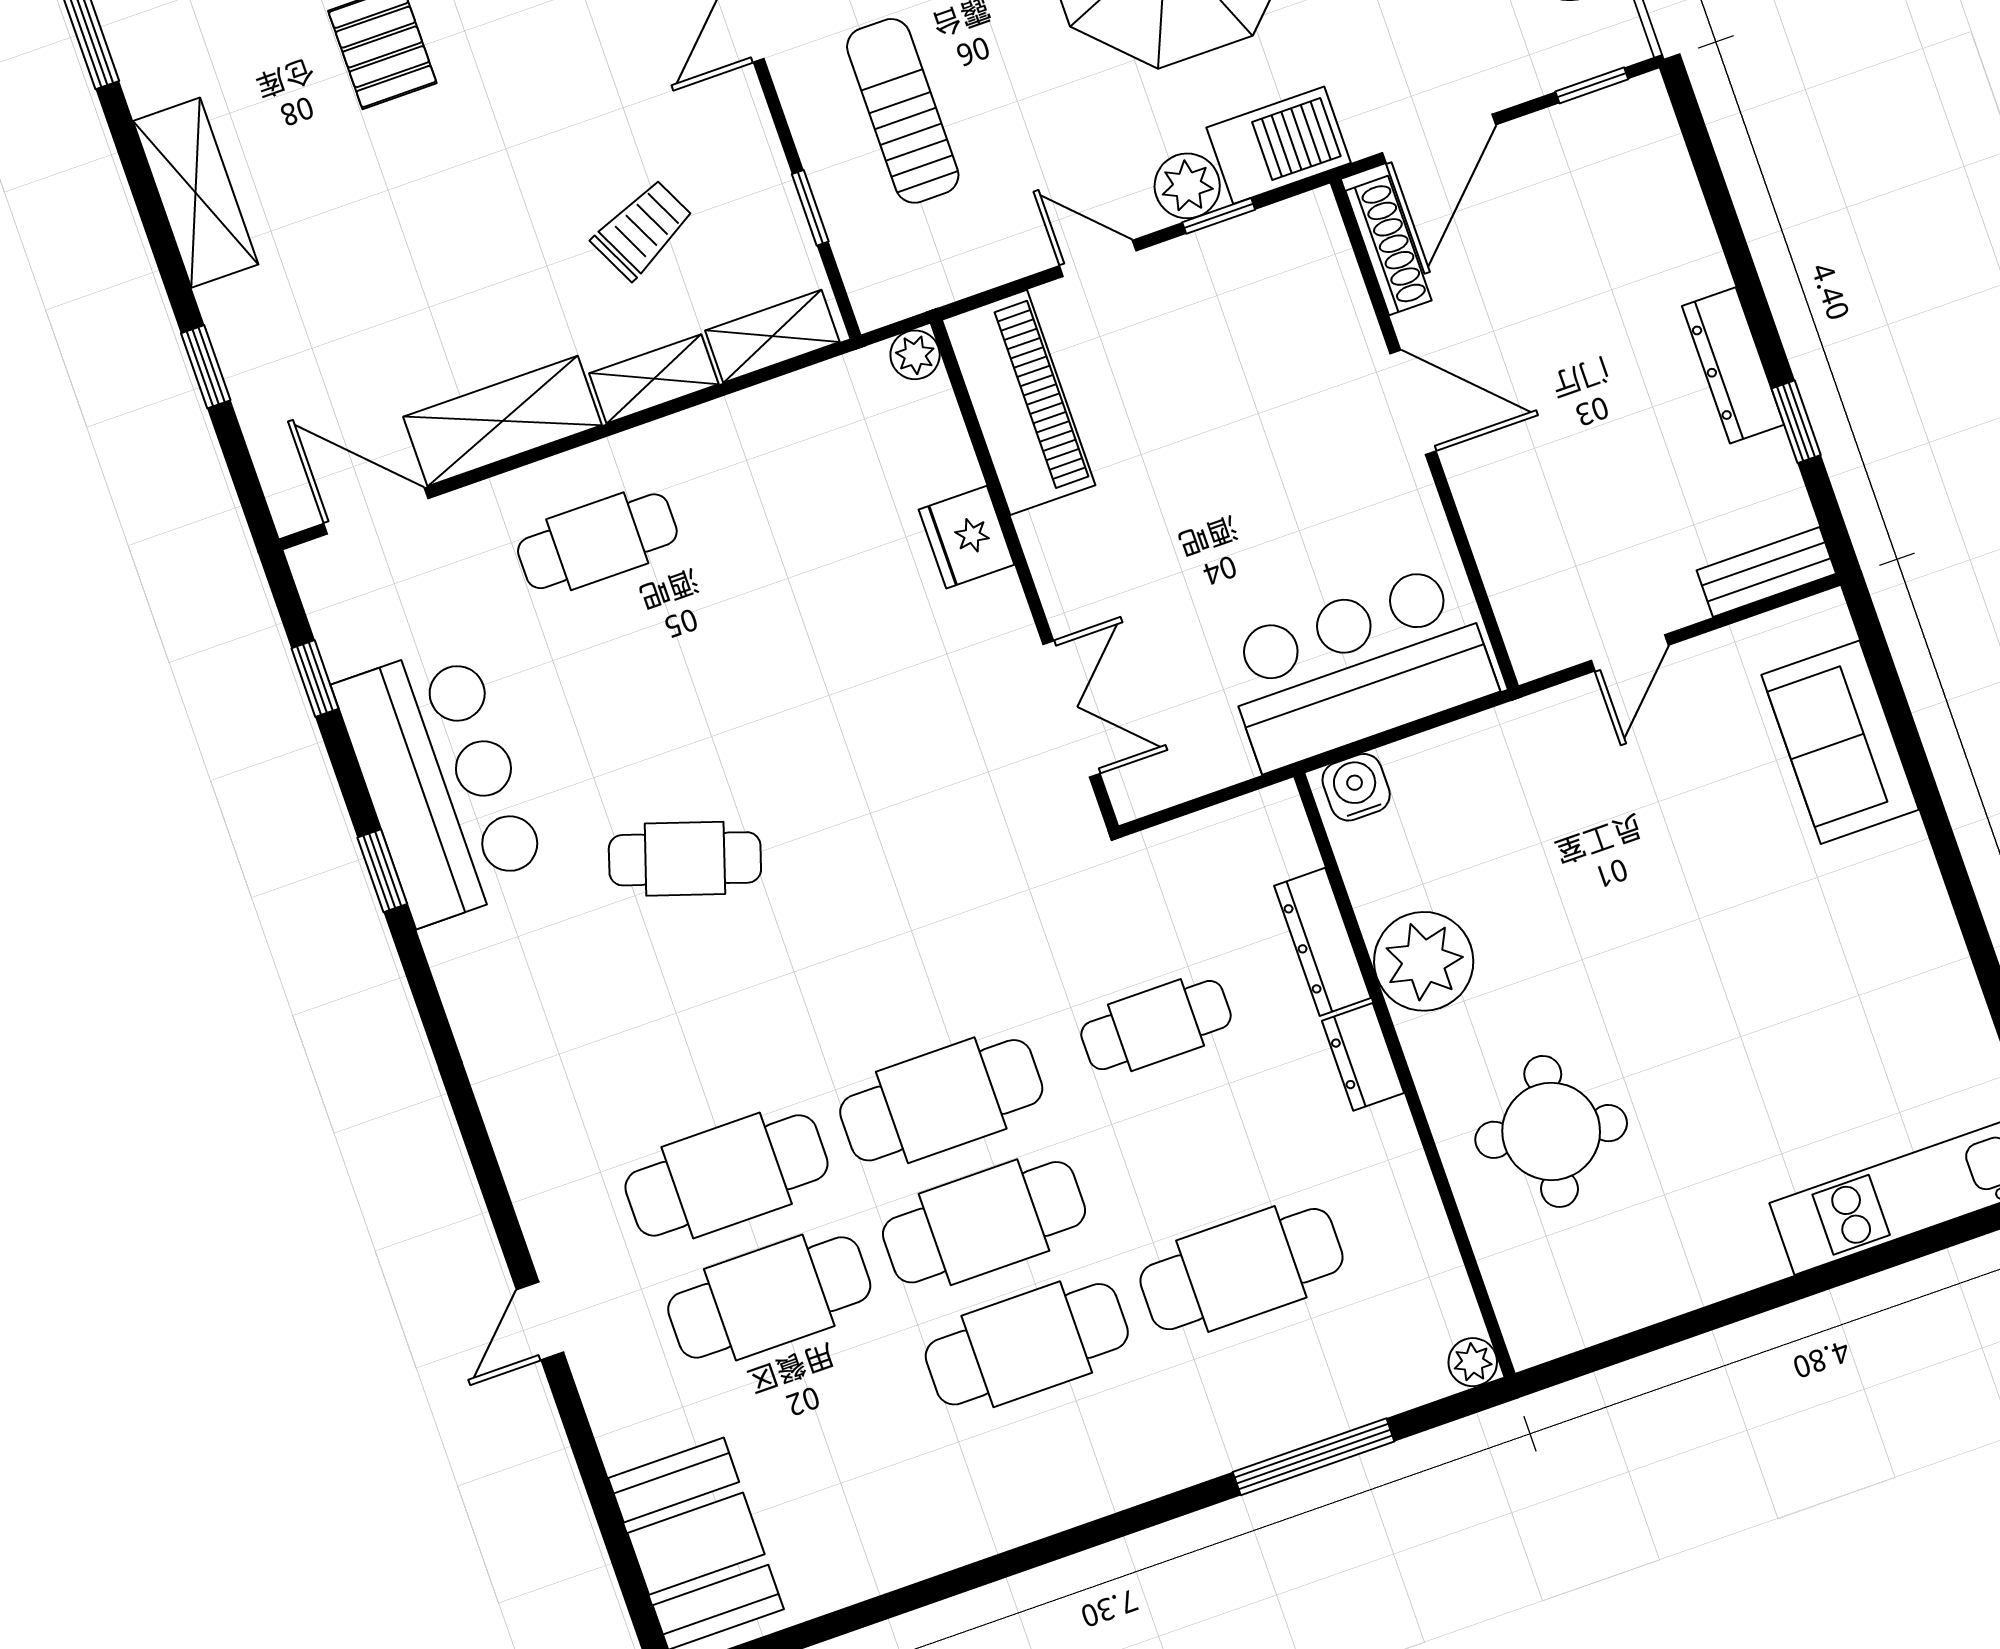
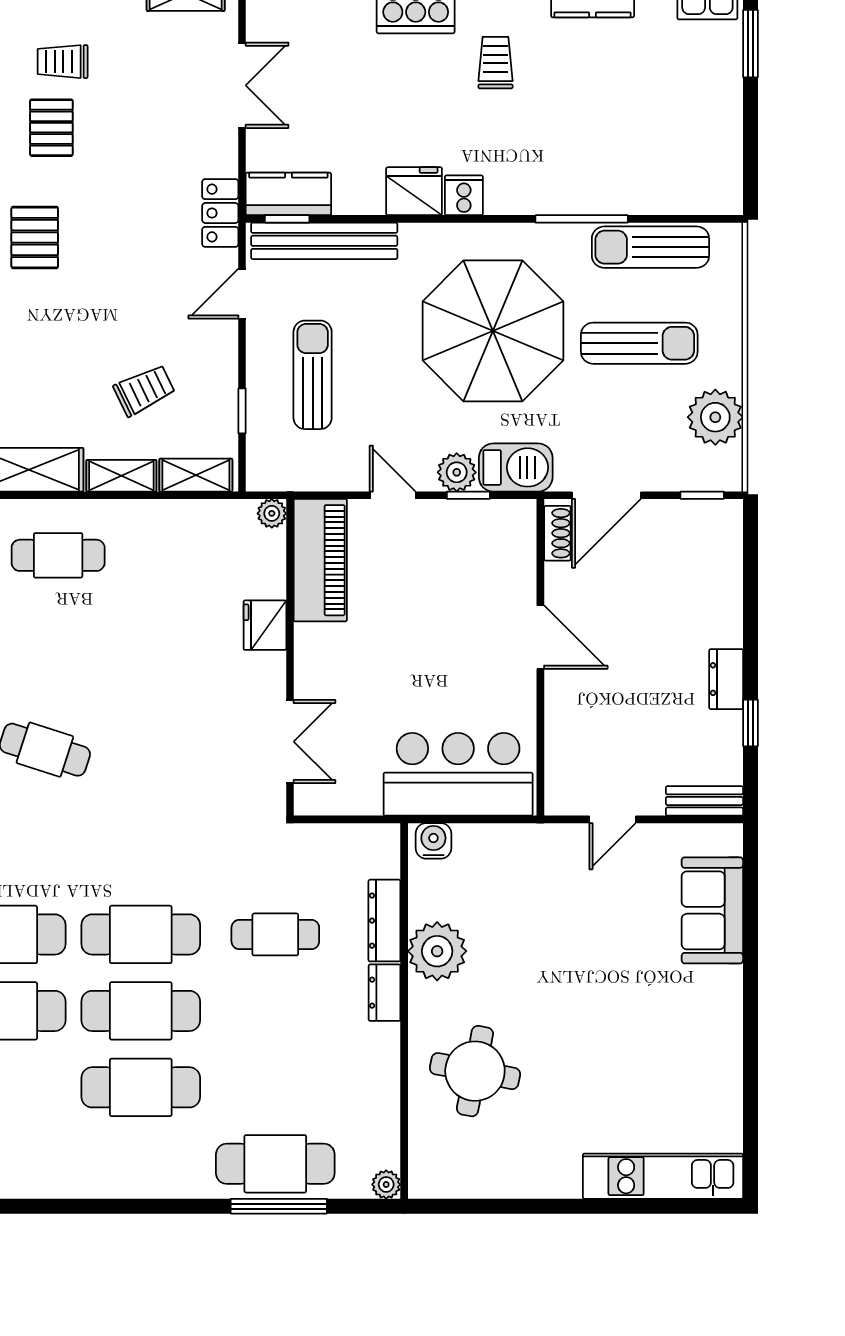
shoe rack: (1389, 246) -> (557, 533), width x0.70
dresser: (1733, 365) -> (726, 679), width x0.70
cafe table: (1241, 1269) -> (275, 1164), moved

